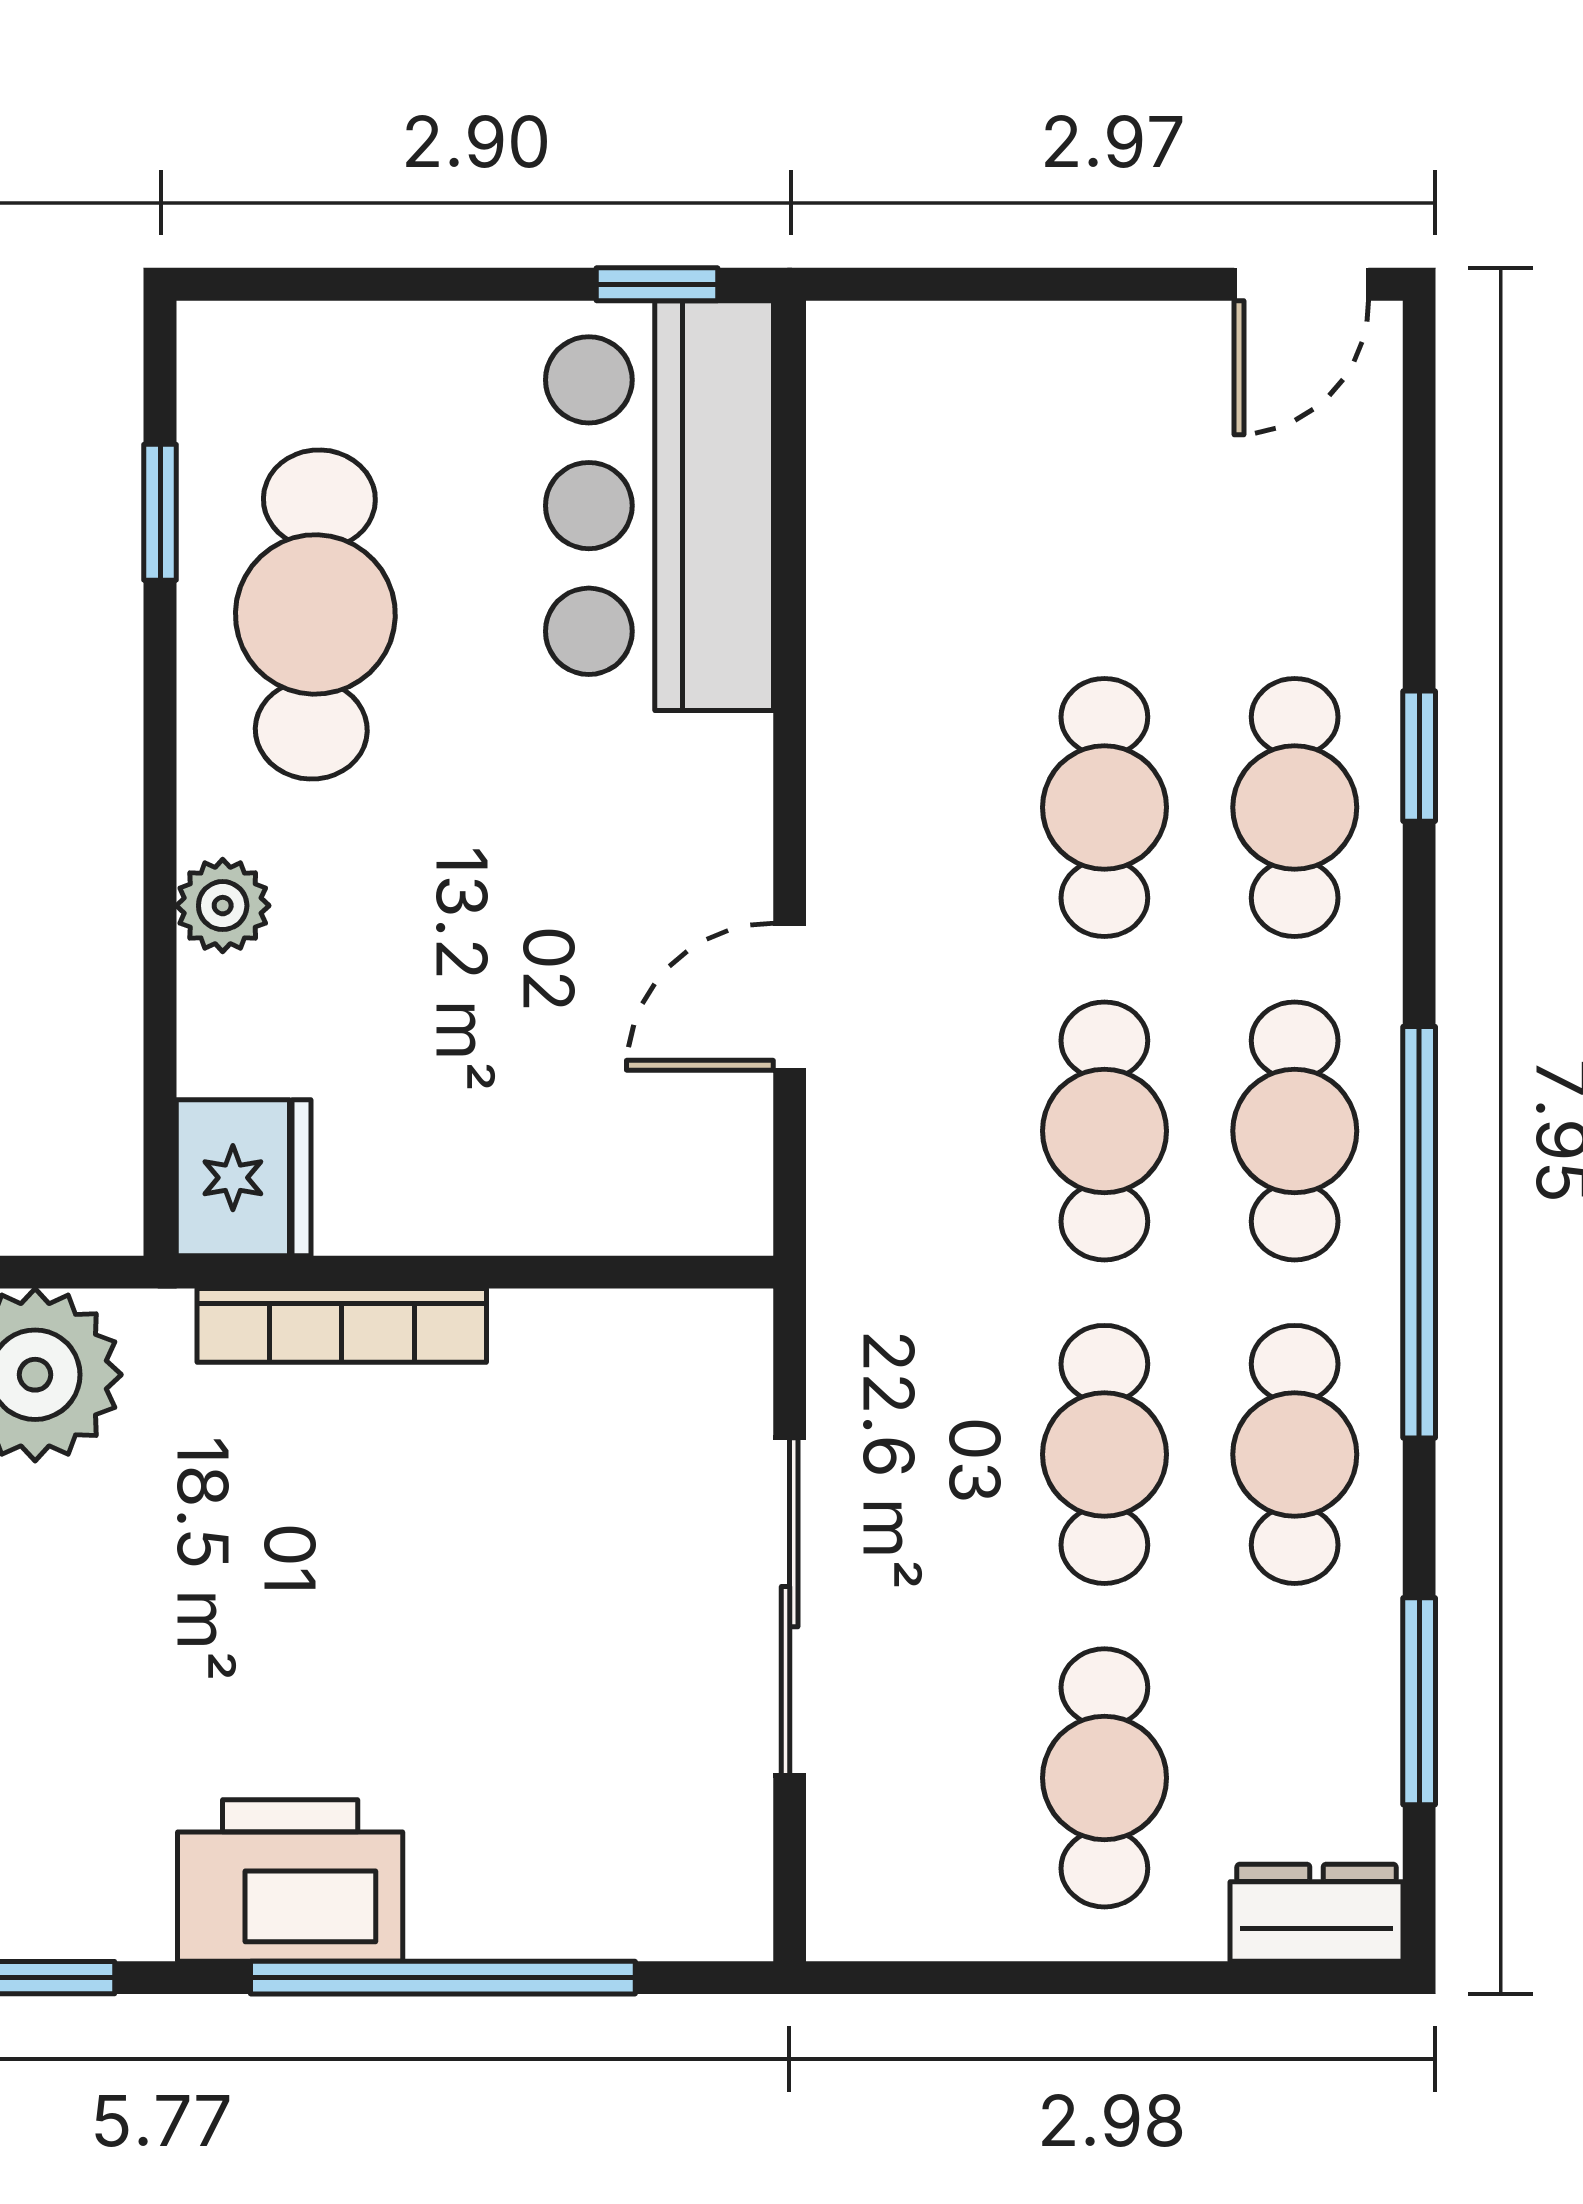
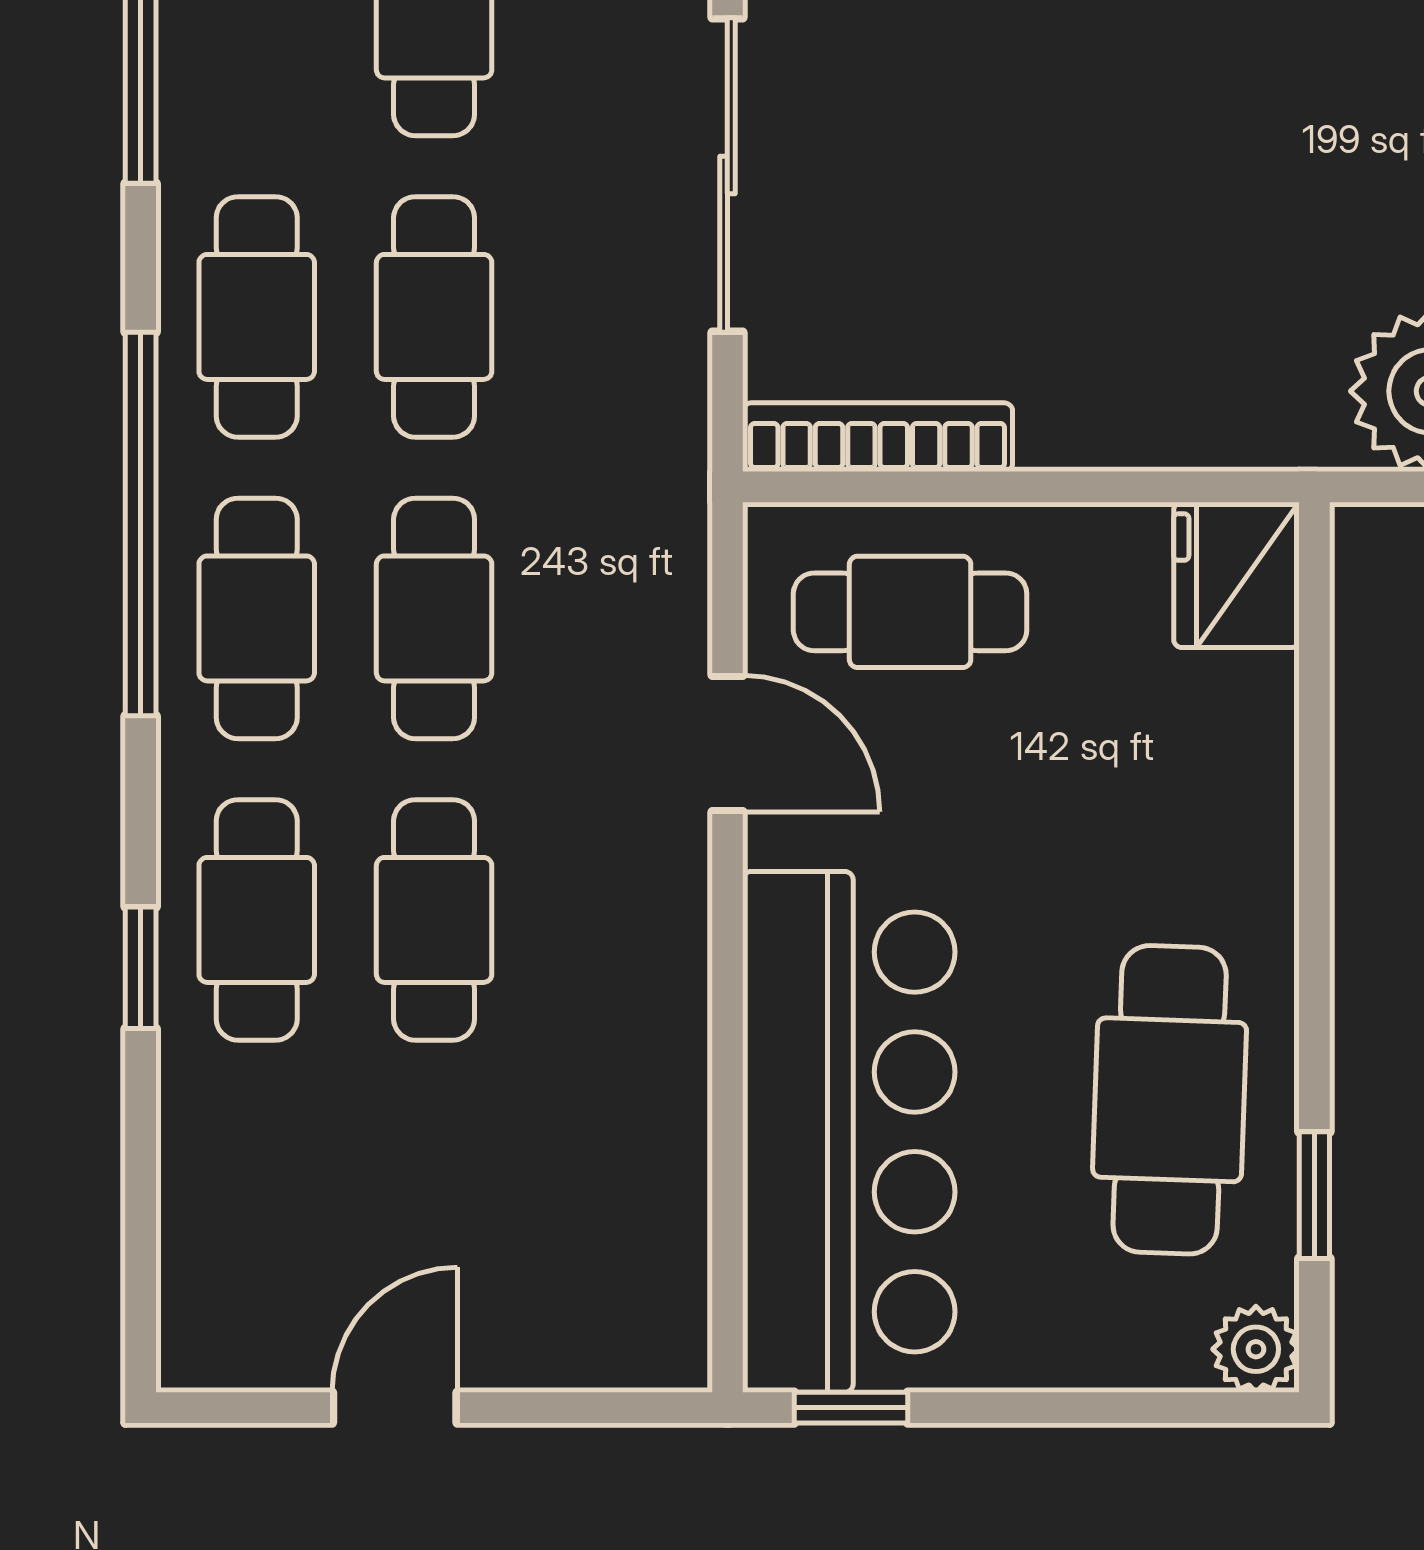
door: (1301, 284) -> (395, 1408), moved
bar counter: (659, 506) -> (849, 1132), width x1.36
plant: (223, 906) -> (1256, 1349), moved
door: (790, 997) -> (727, 744), hinge flipped
cafe table: (594, 1138) -> (910, 612), added
bookcase: (342, 1325) -> (878, 437), moved

